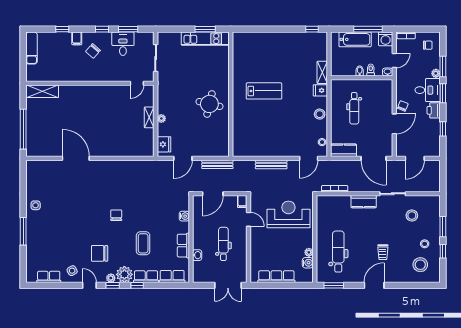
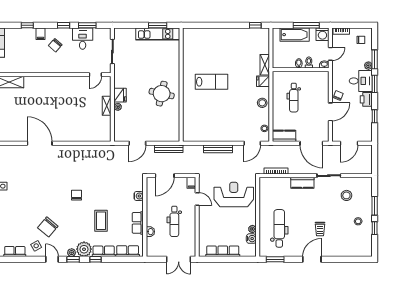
fridge: (164, 144) -> (120, 95), moved
dental chair: (223, 244) -> (174, 221), turned 180
chair: (100, 253) -> (48, 227), moved, turned -50
stool: (420, 265) -> (354, 240), removed

